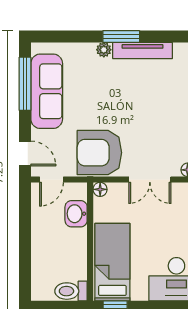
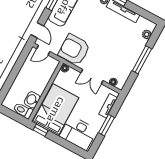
washbasin: (76, 214) -> (32, 100), moved
bed: (112, 262) -> (56, 110), width x1.50

